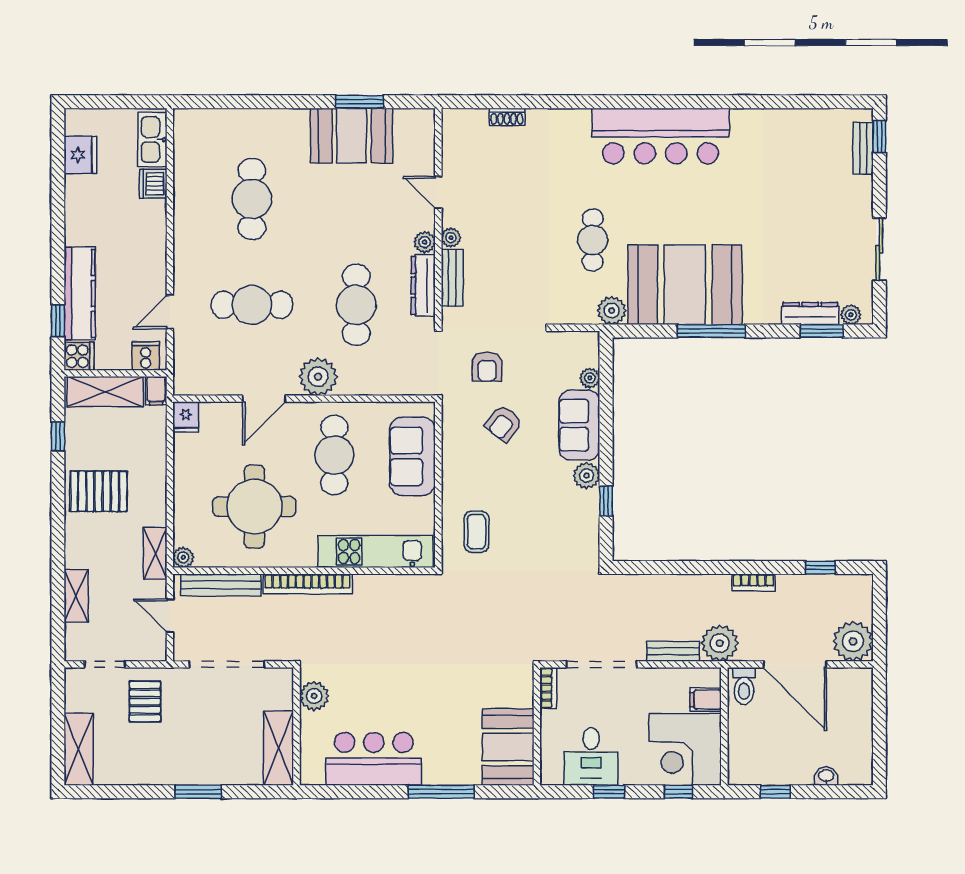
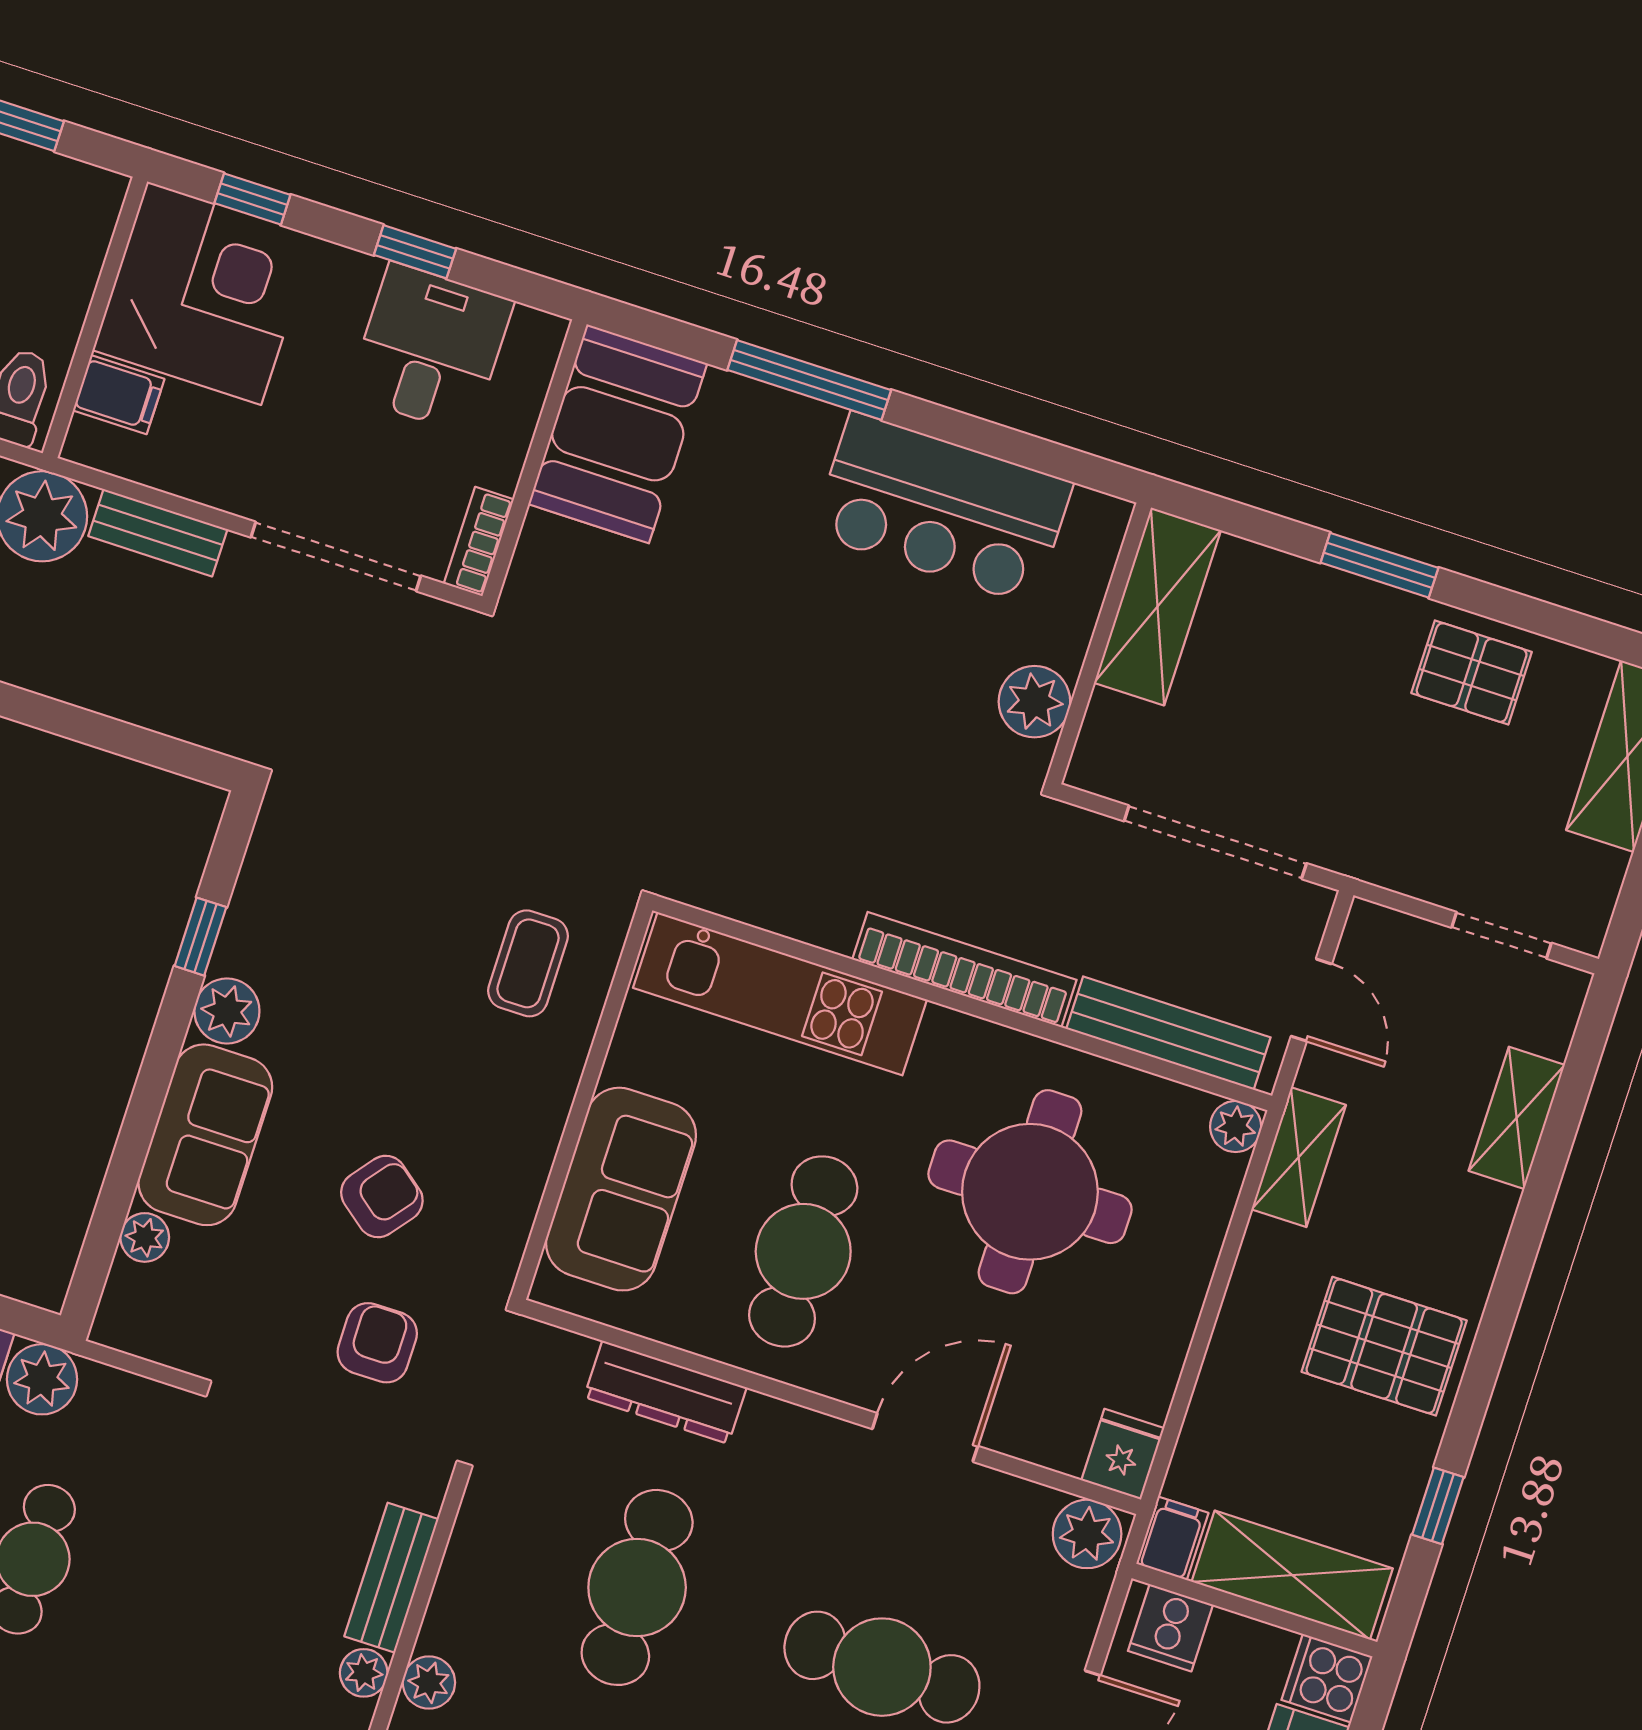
dresser: (423, 285) -> (665, 1392), moved, turned 90
plant: (318, 377) -> (1087, 1534), moved, width x0.73, depth x0.73
pallet: (145, 701) -> (1472, 673), moved, turned 90

